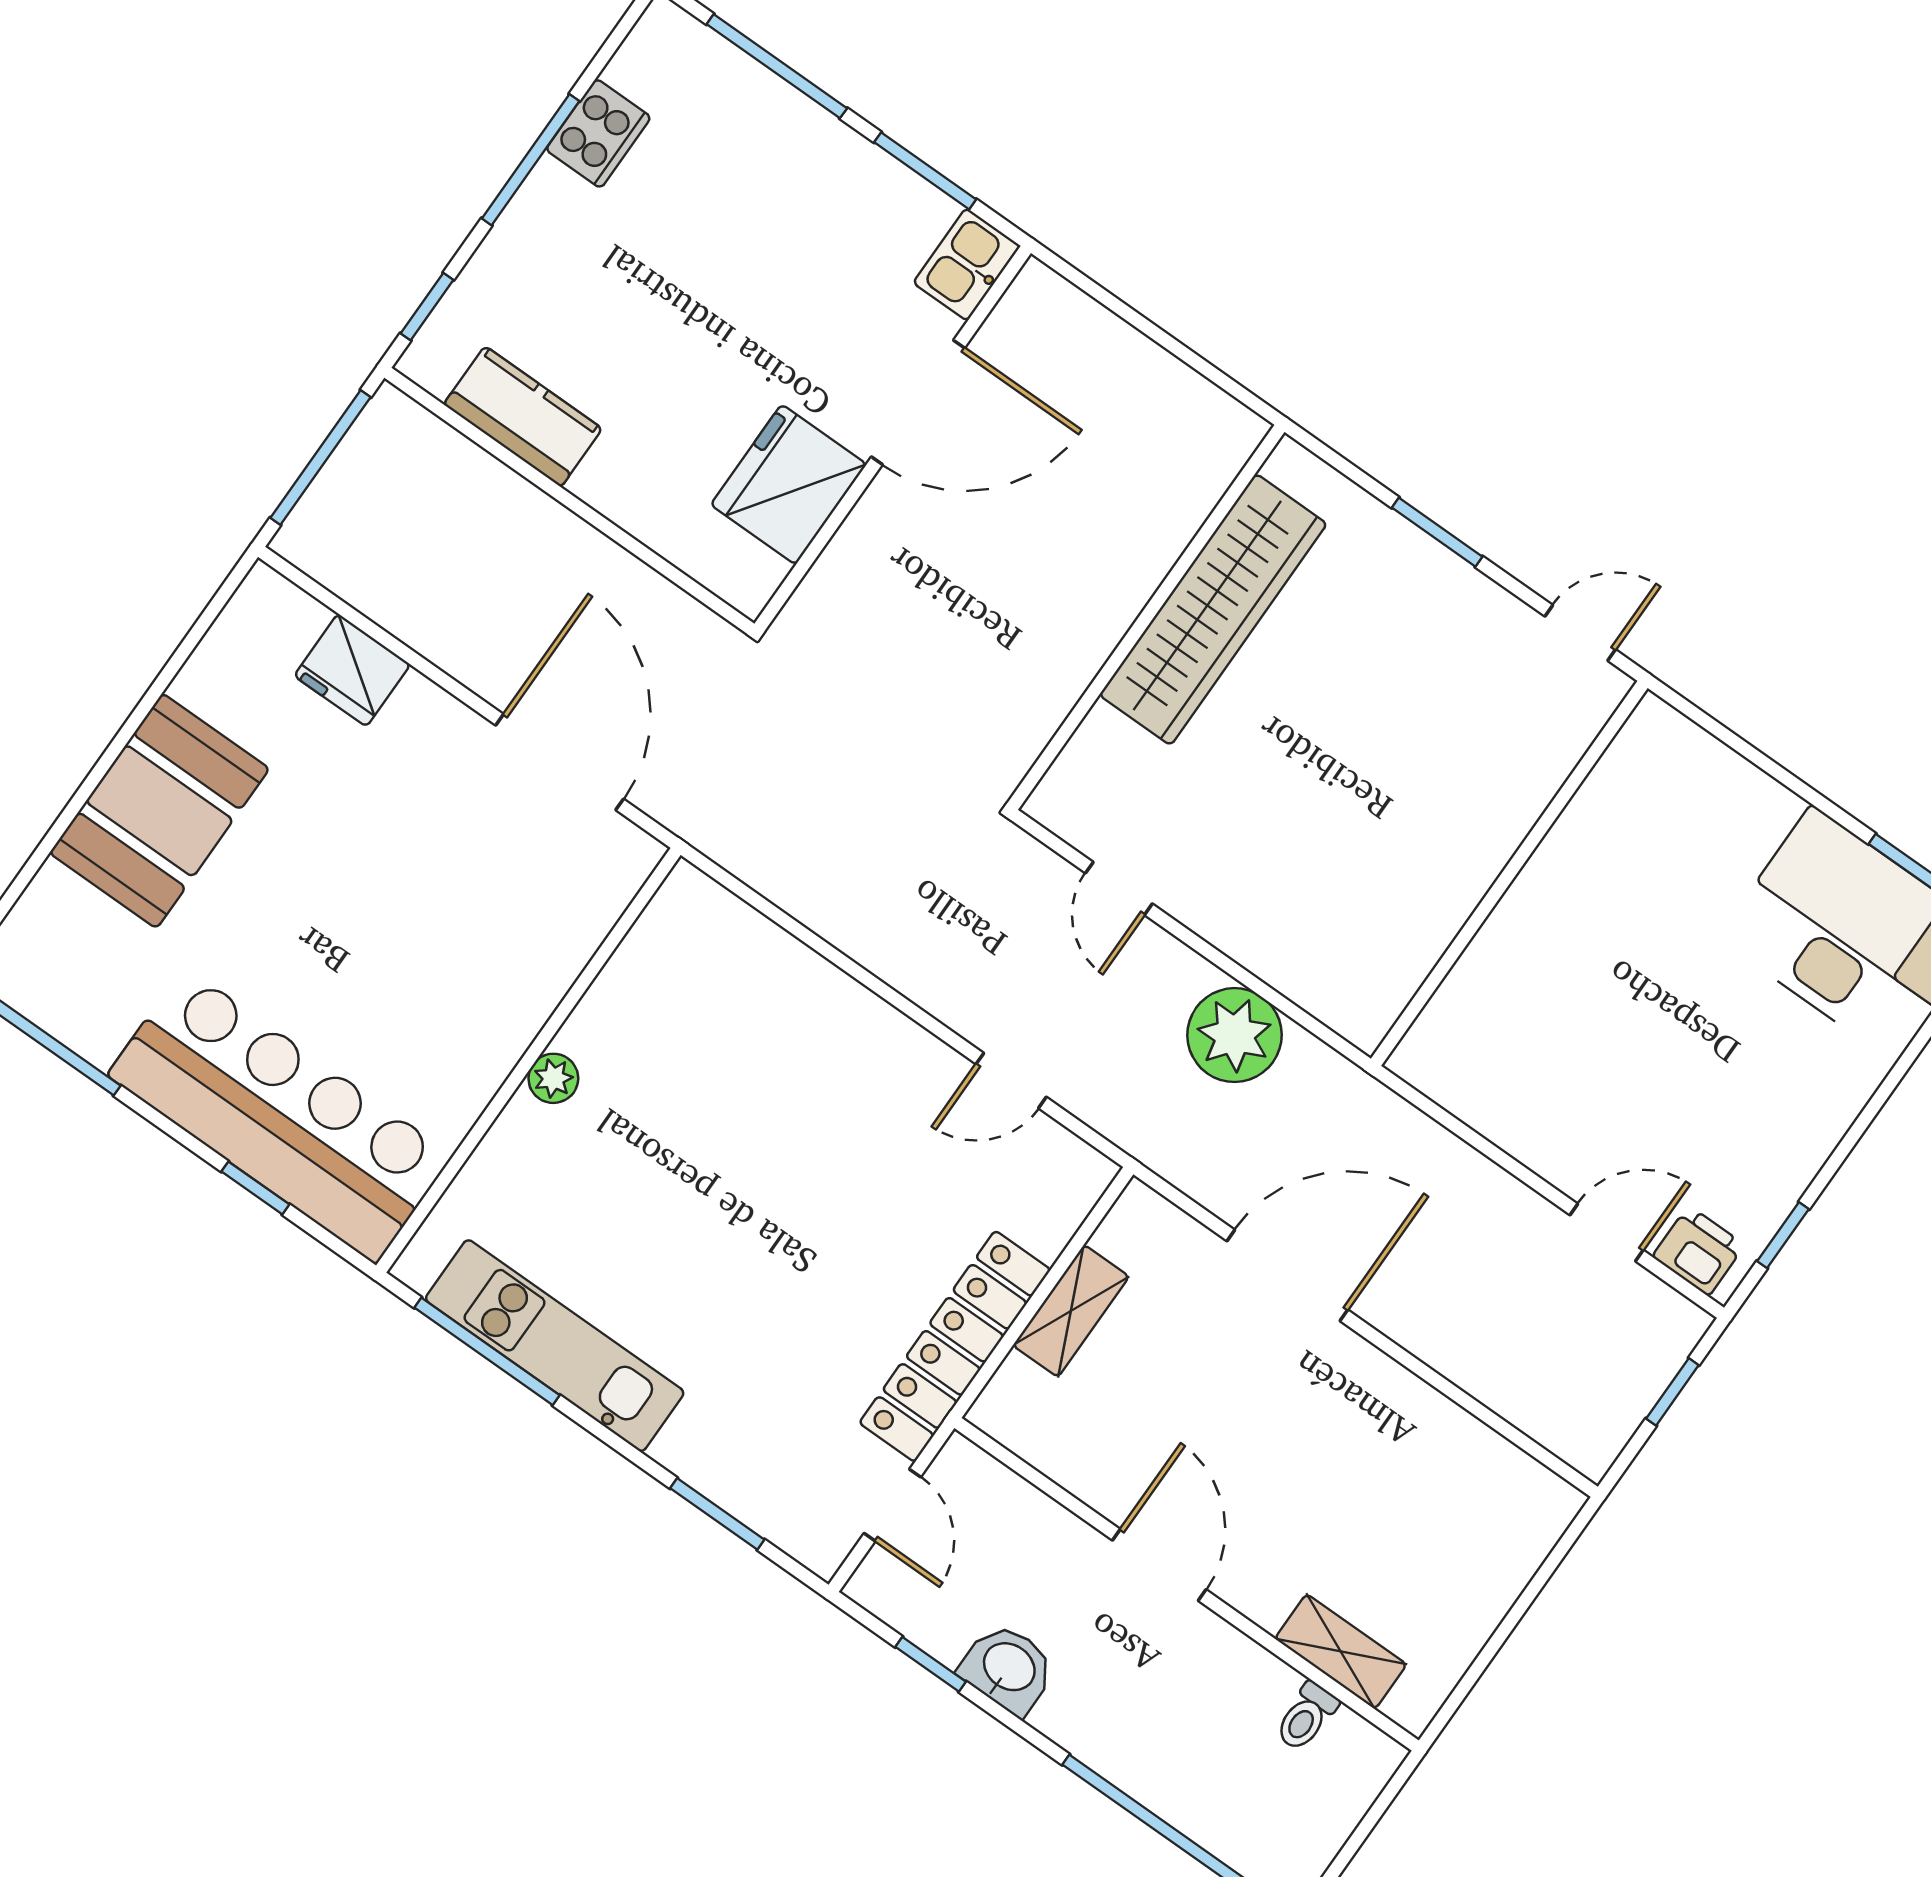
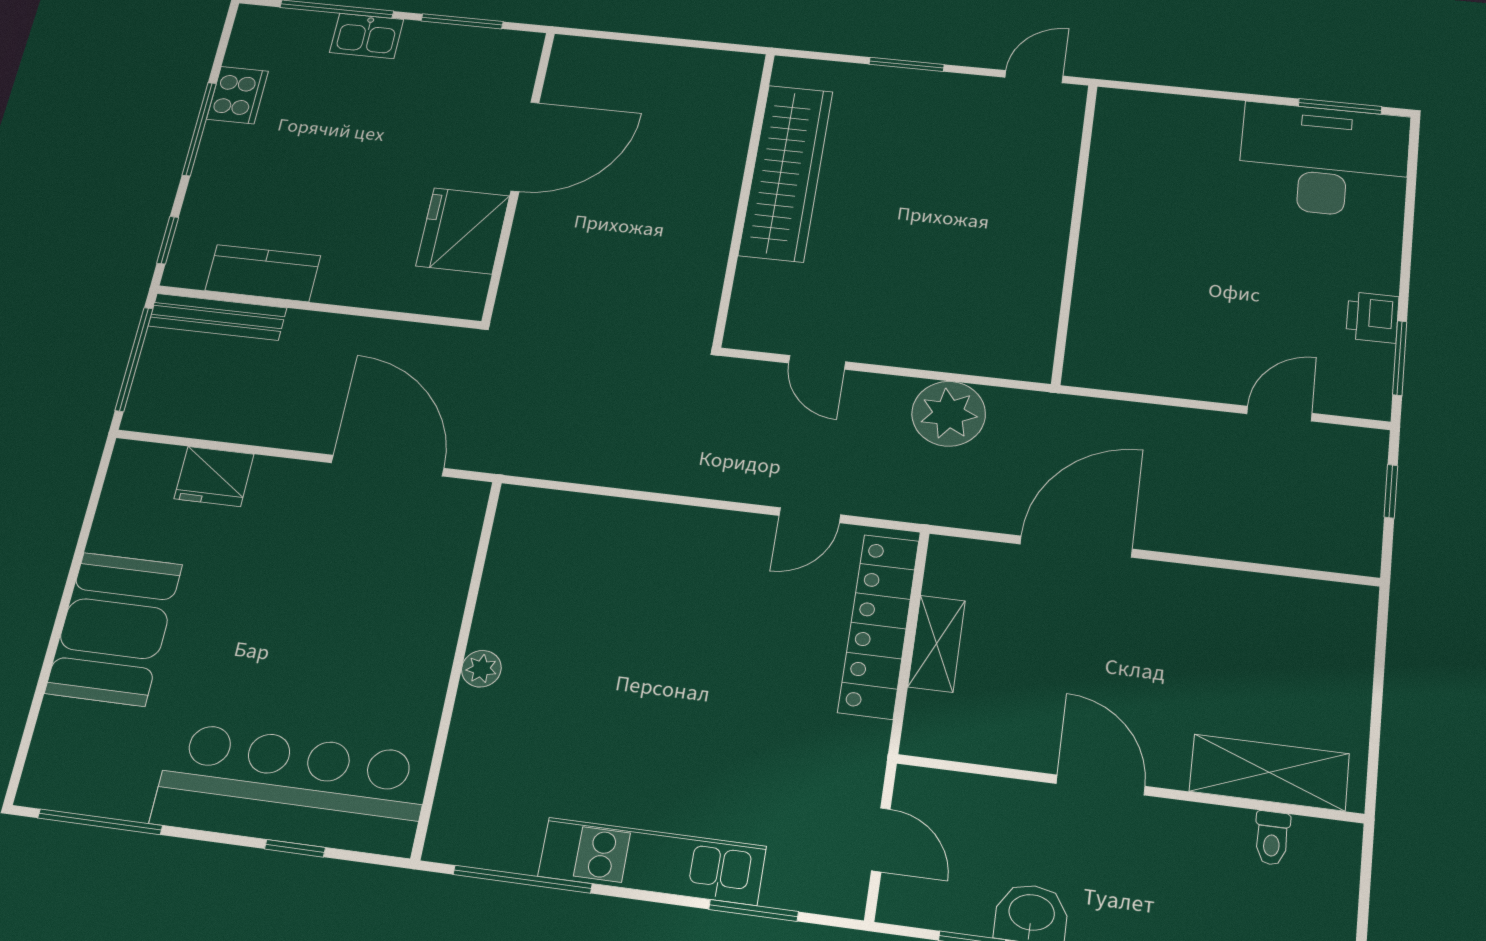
kitchen sink: (967, 264) -> (367, 36), moved, turned -90
bench: (443, 450) -> (217, 317), added
window: (1783, 1235) -> (1400, 358), width x1.50
printer: (1698, 1251) -> (1372, 317), moved, turned -90
kitchen unit: (555, 1346) -> (652, 861), moved
locker: (955, 1346) -> (879, 626), moved
shelving: (1341, 1652) -> (1269, 772), width x1.50, depth x1.33

